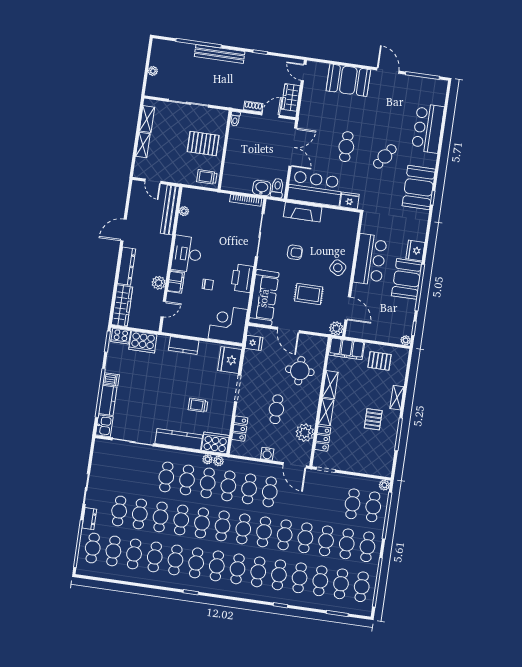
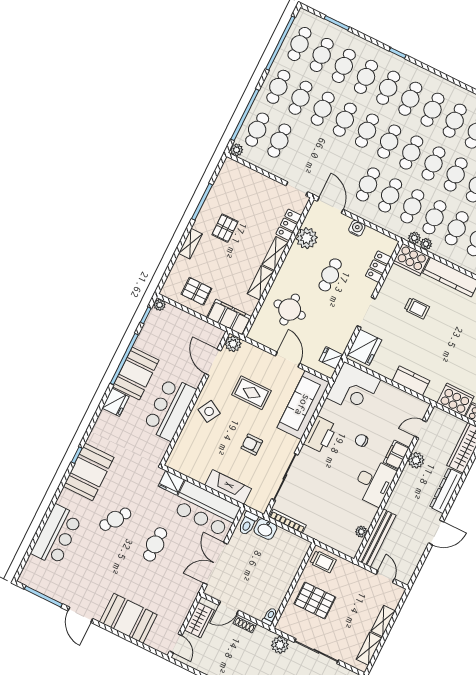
plant: (220, 99) -> (280, 645), added

